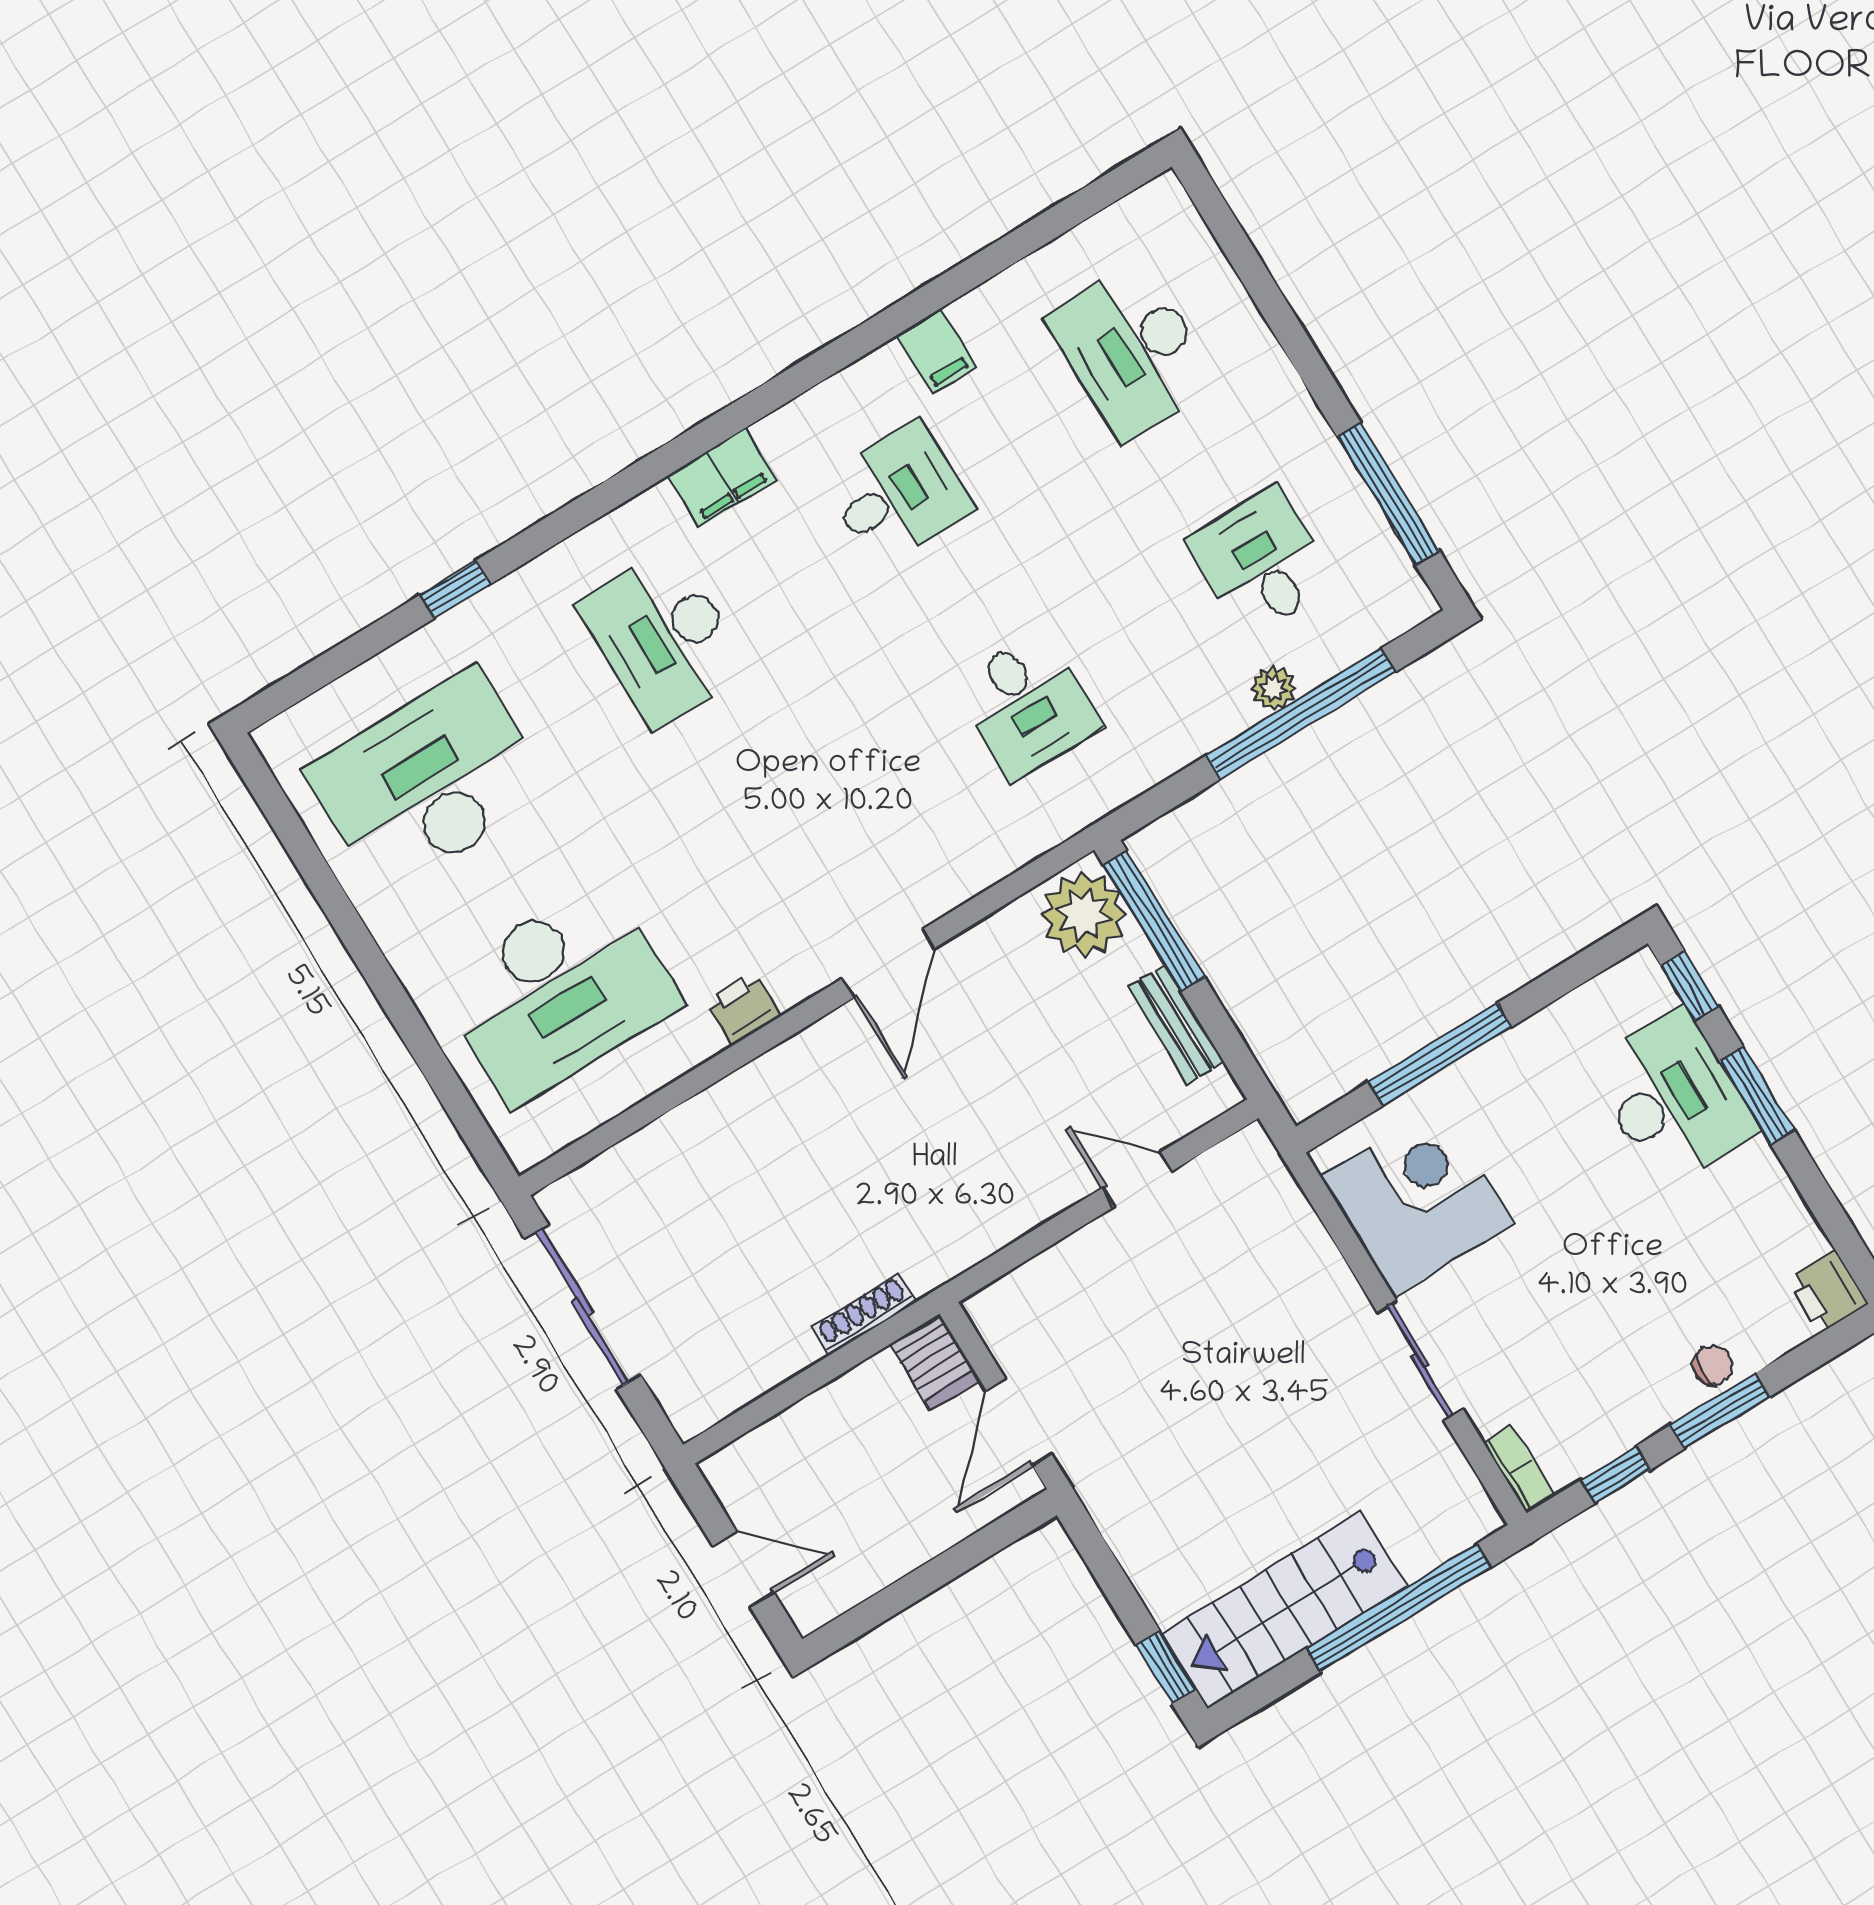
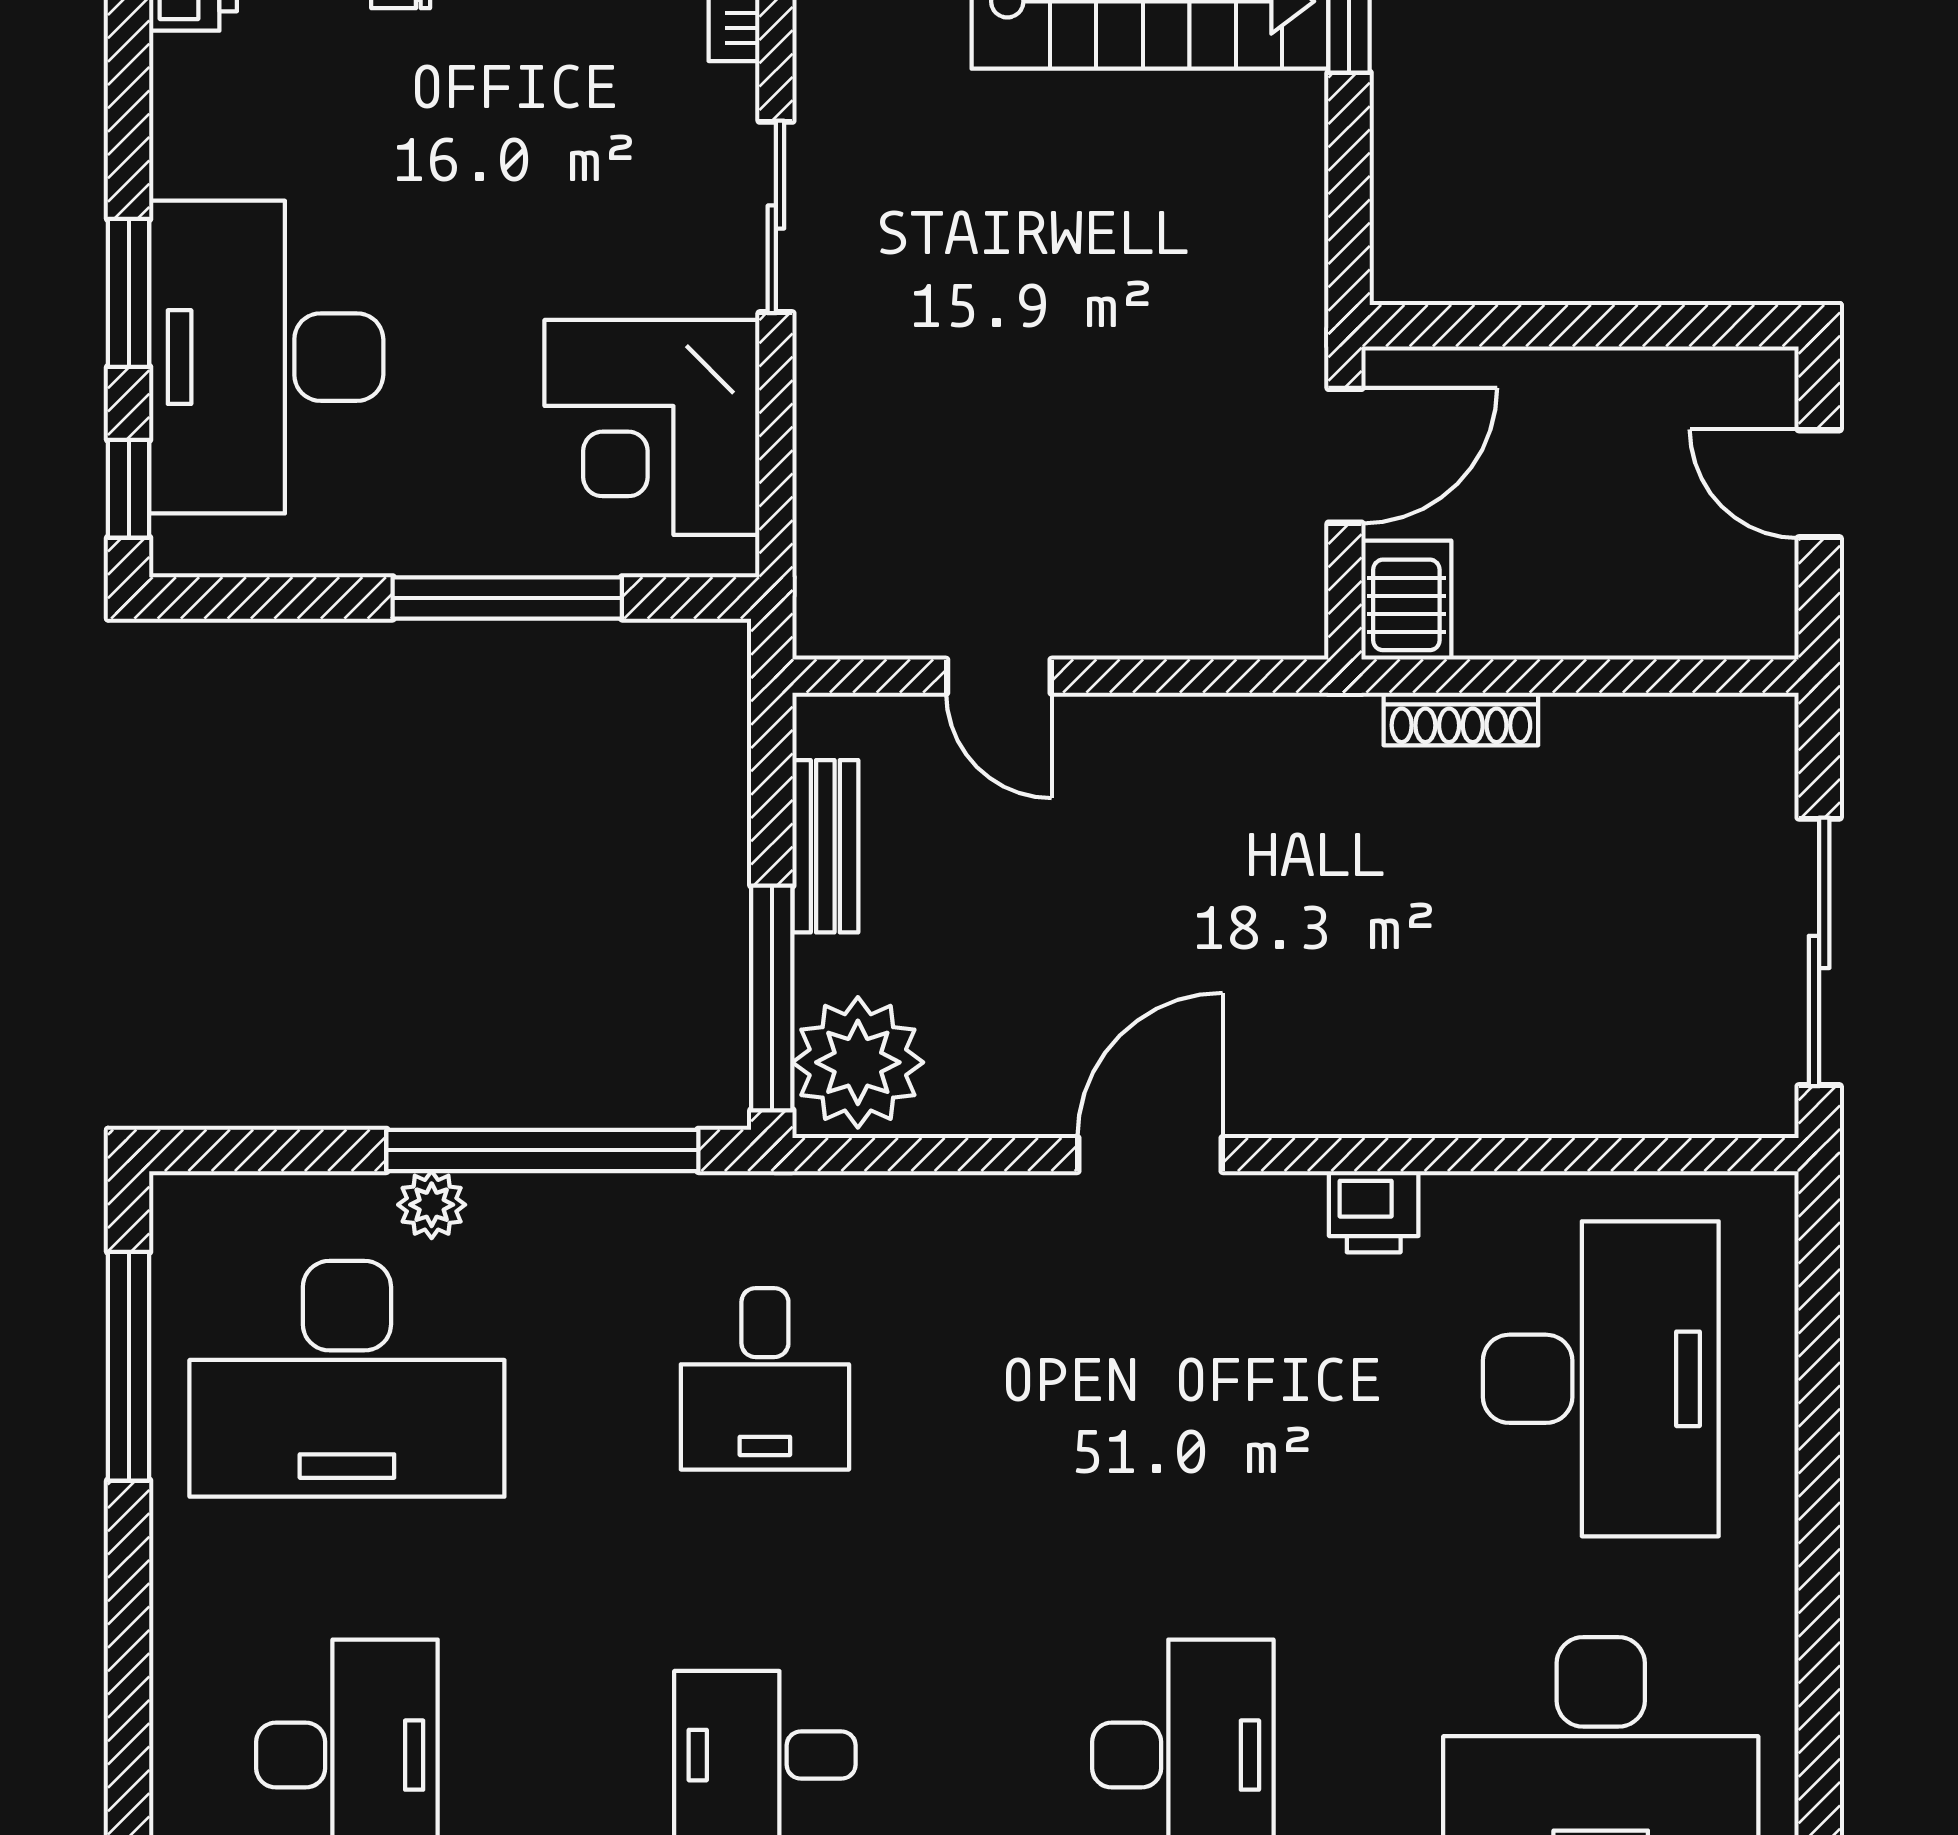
desk: (1261, 562) -> (347, 1379), width x1.87, depth x1.30
desk: (1027, 705) -> (765, 1379), turned 180
window: (1301, 714) -> (542, 1150), moved
desk: (558, 992) -> (1601, 1379), turned 90
desk: (1673, 1098) -> (266, 357), width x1.36, depth x1.30

